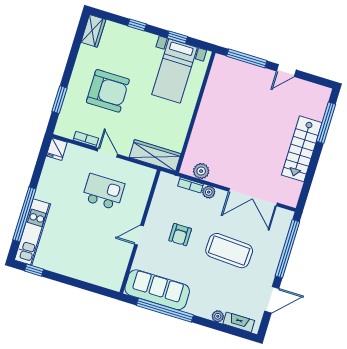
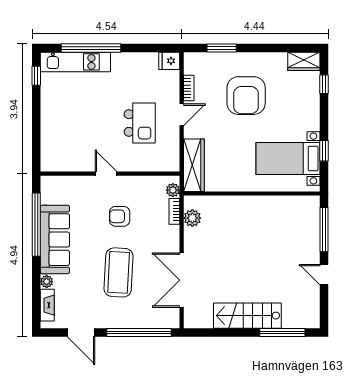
window: (137, 25) -> (324, 84), moved
plant: (209, 192) -> (173, 190), moved
sofa: (157, 290) -> (55, 240), moved

